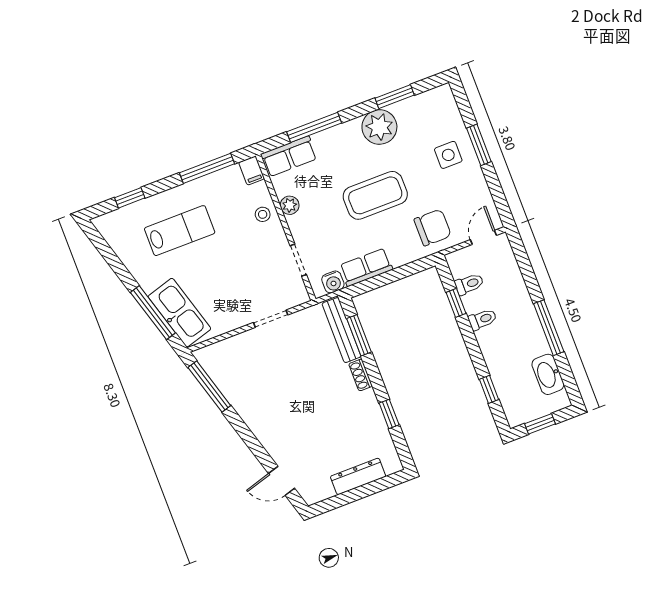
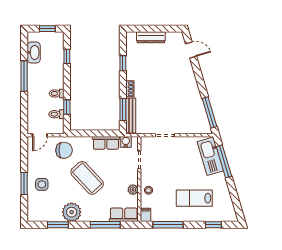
coffee table: (375, 195) -> (87, 178), turned 47
chair: (433, 227) -> (64, 150), turned 180

